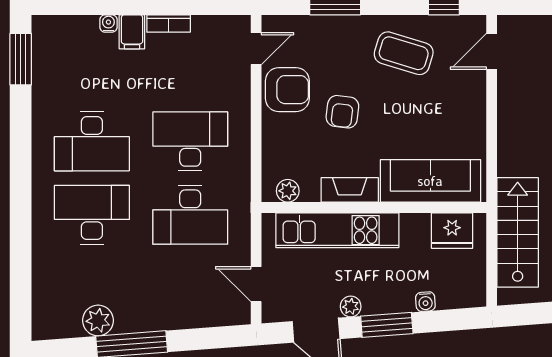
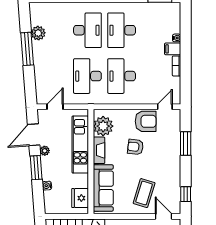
door: (256, 49) -> (165, 107), swing flipped
coffee table: (404, 53) -> (144, 193), moved
armchair: (287, 90) -> (146, 121), turned -90
desk: (190, 141) -> (122, 76), turned 180
plant: (288, 191) -> (103, 126), width x1.88, depth x1.88

